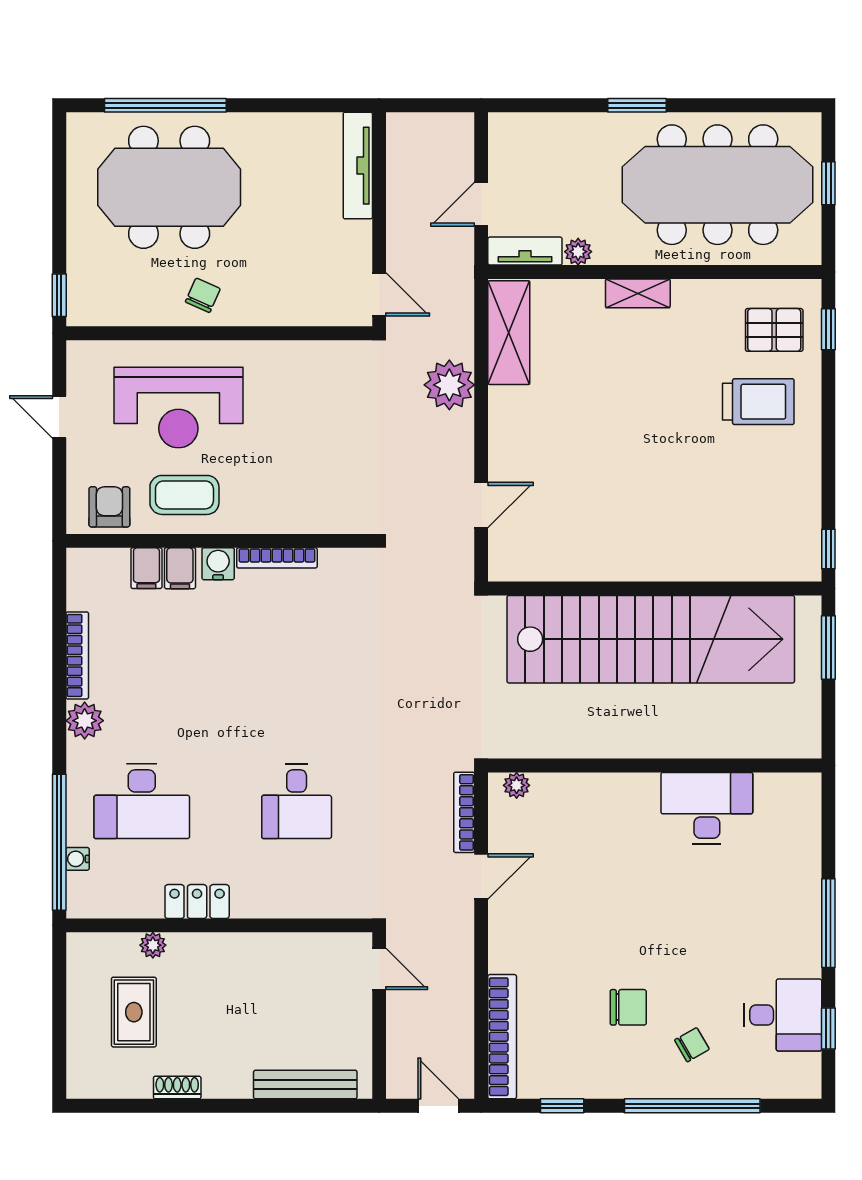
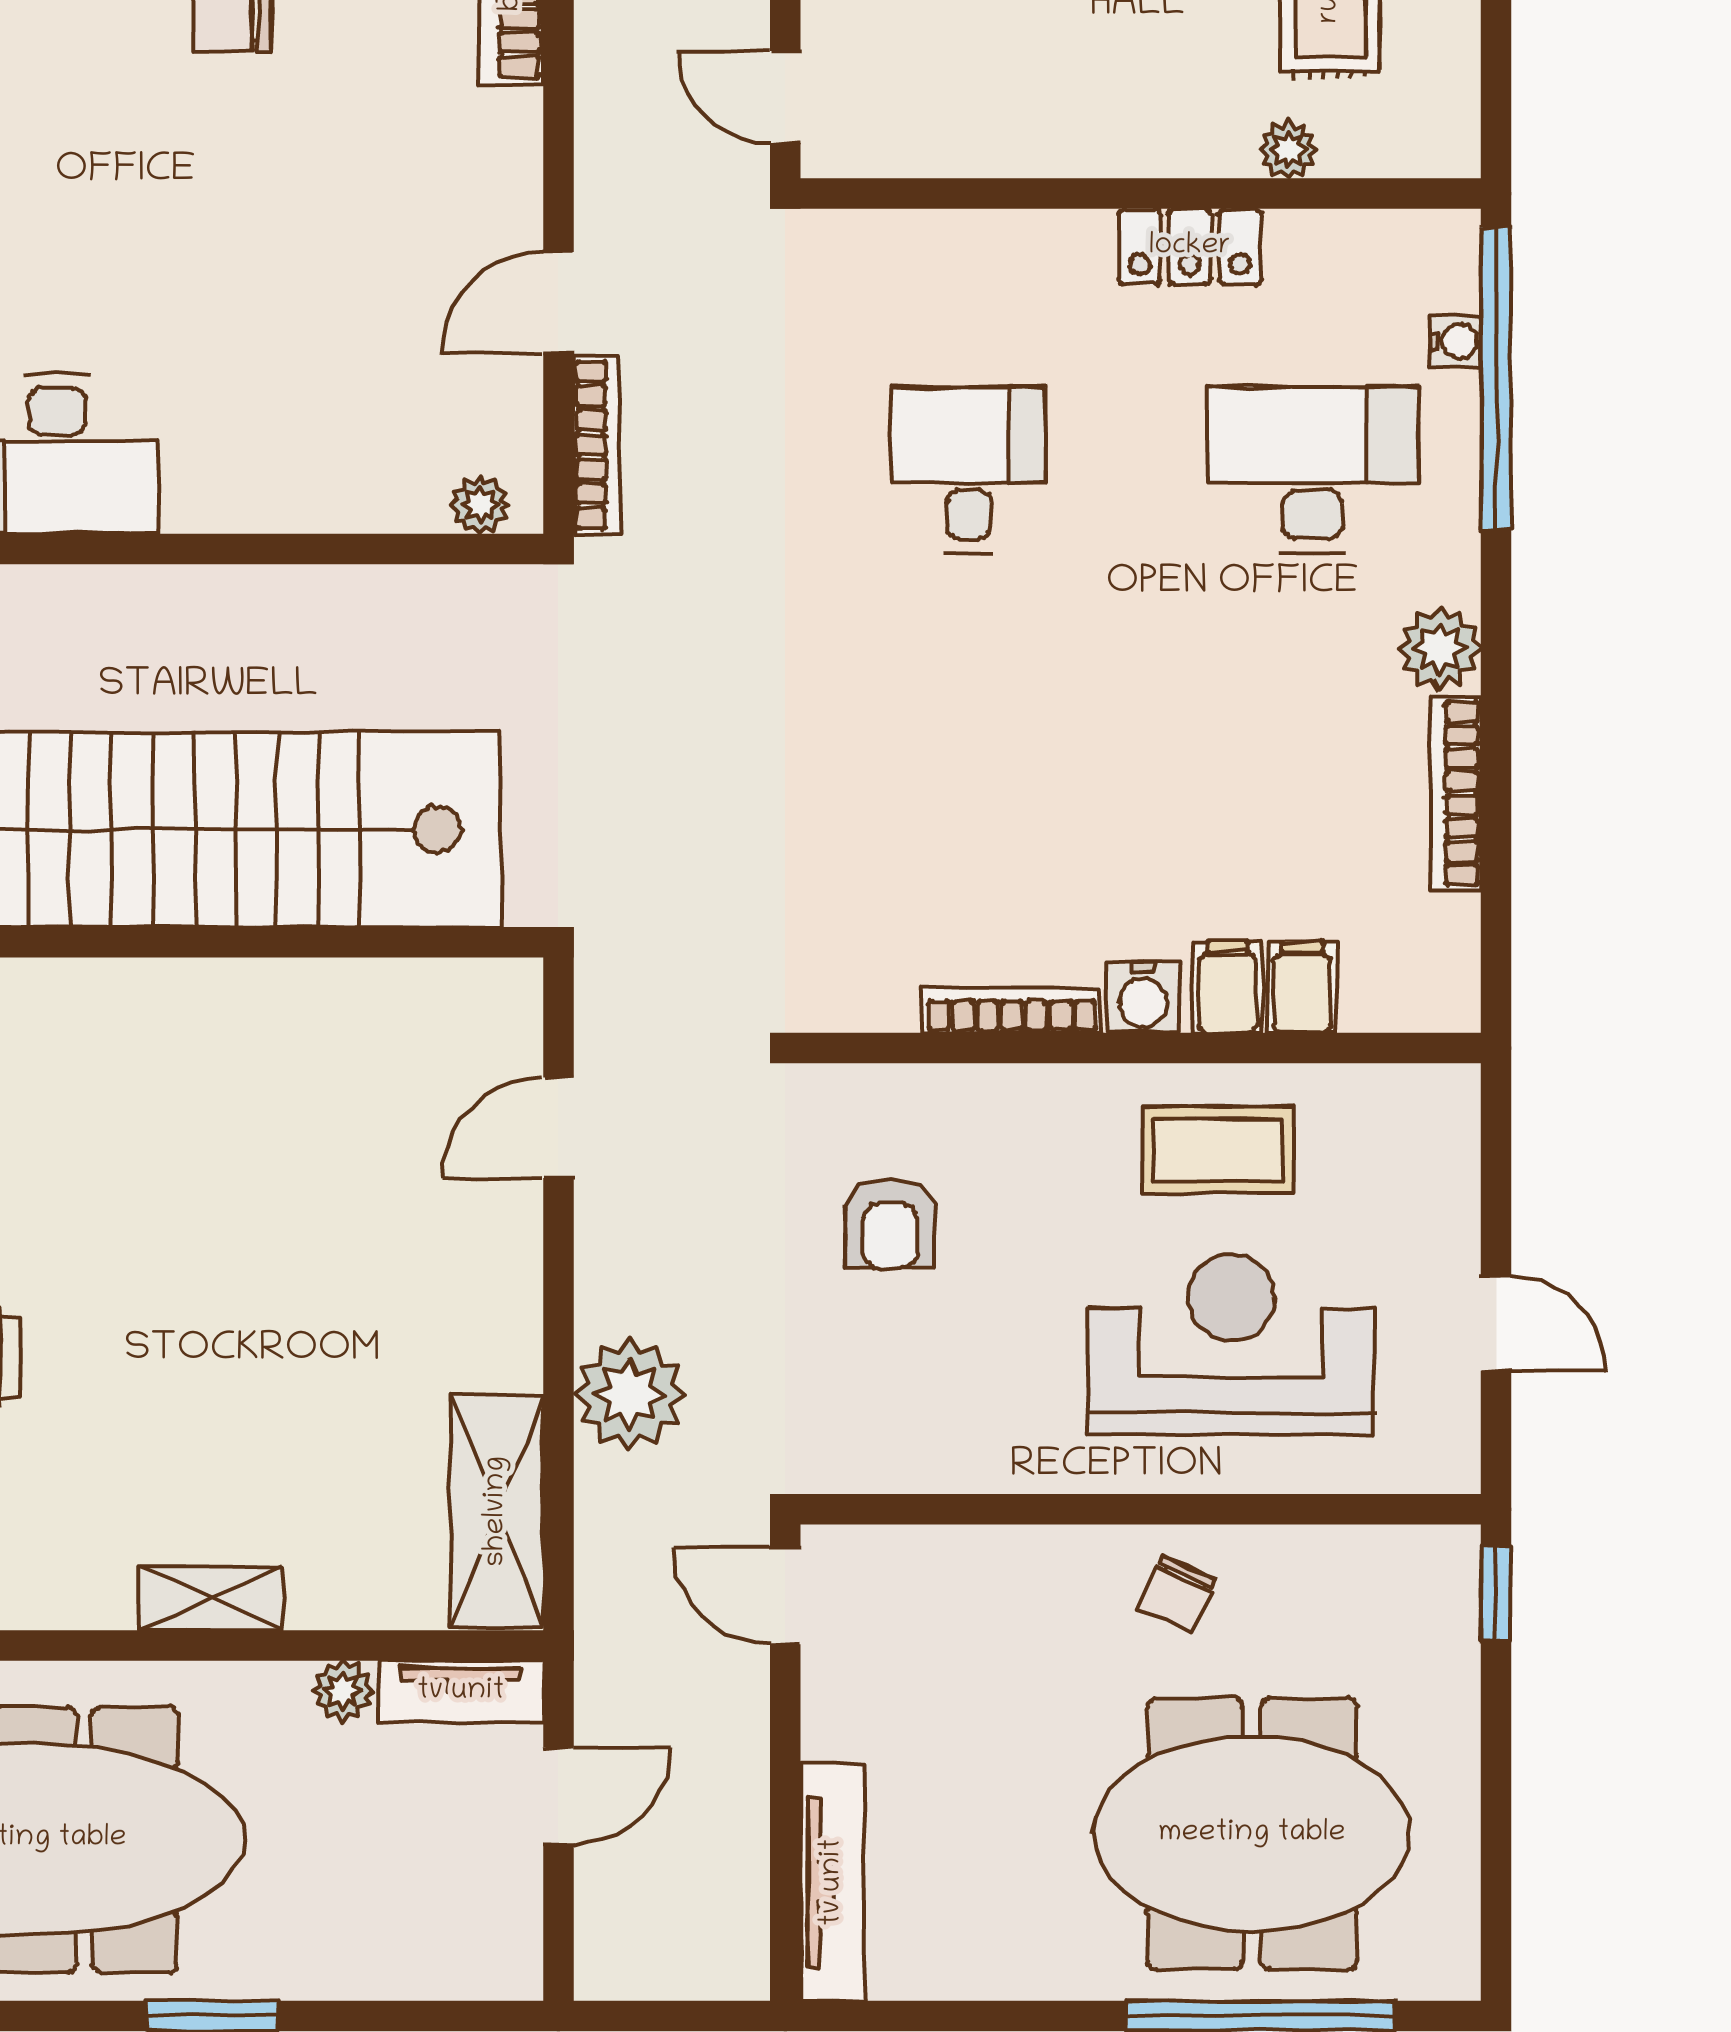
armchair: (109, 507) -> (890, 1223), moved

